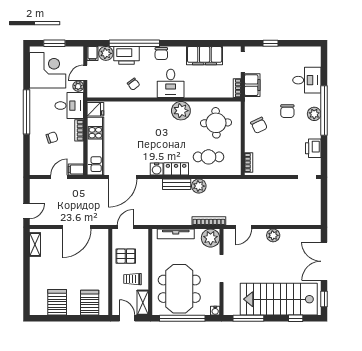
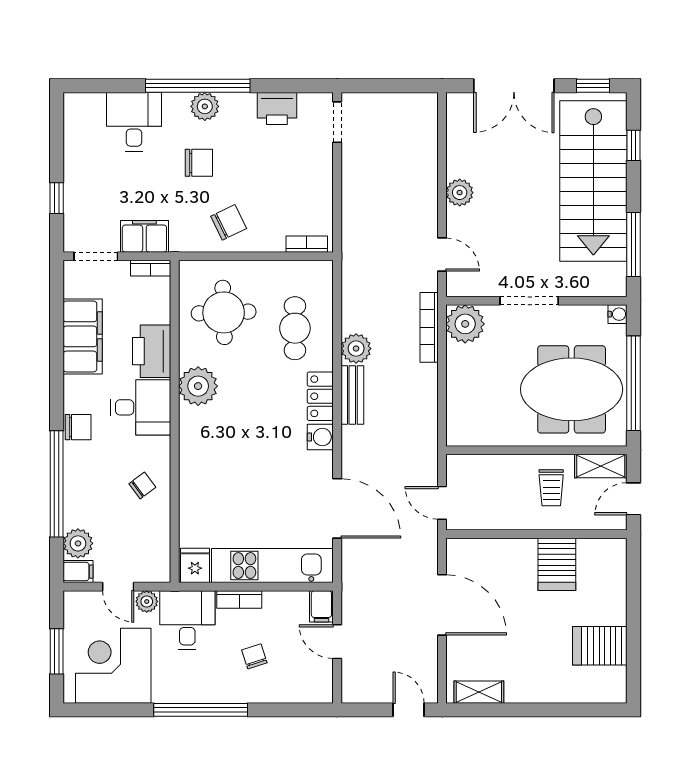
printer: (127, 55) -> (152, 351), moved, turned 180
tv unit: (176, 234) -> (456, 397), removed
pallet: (126, 256) -> (503, 502), removed
server rack: (90, 303) -> (557, 564), moved, turned -90

